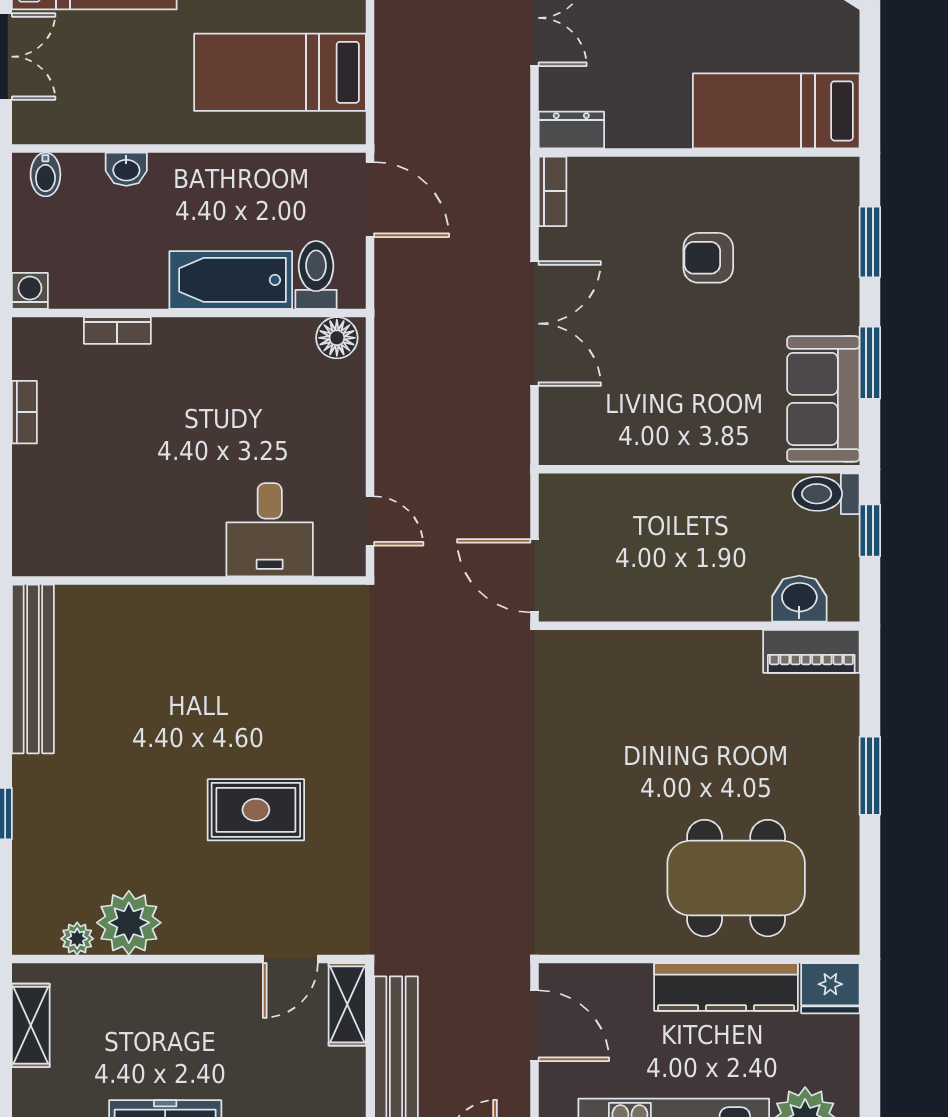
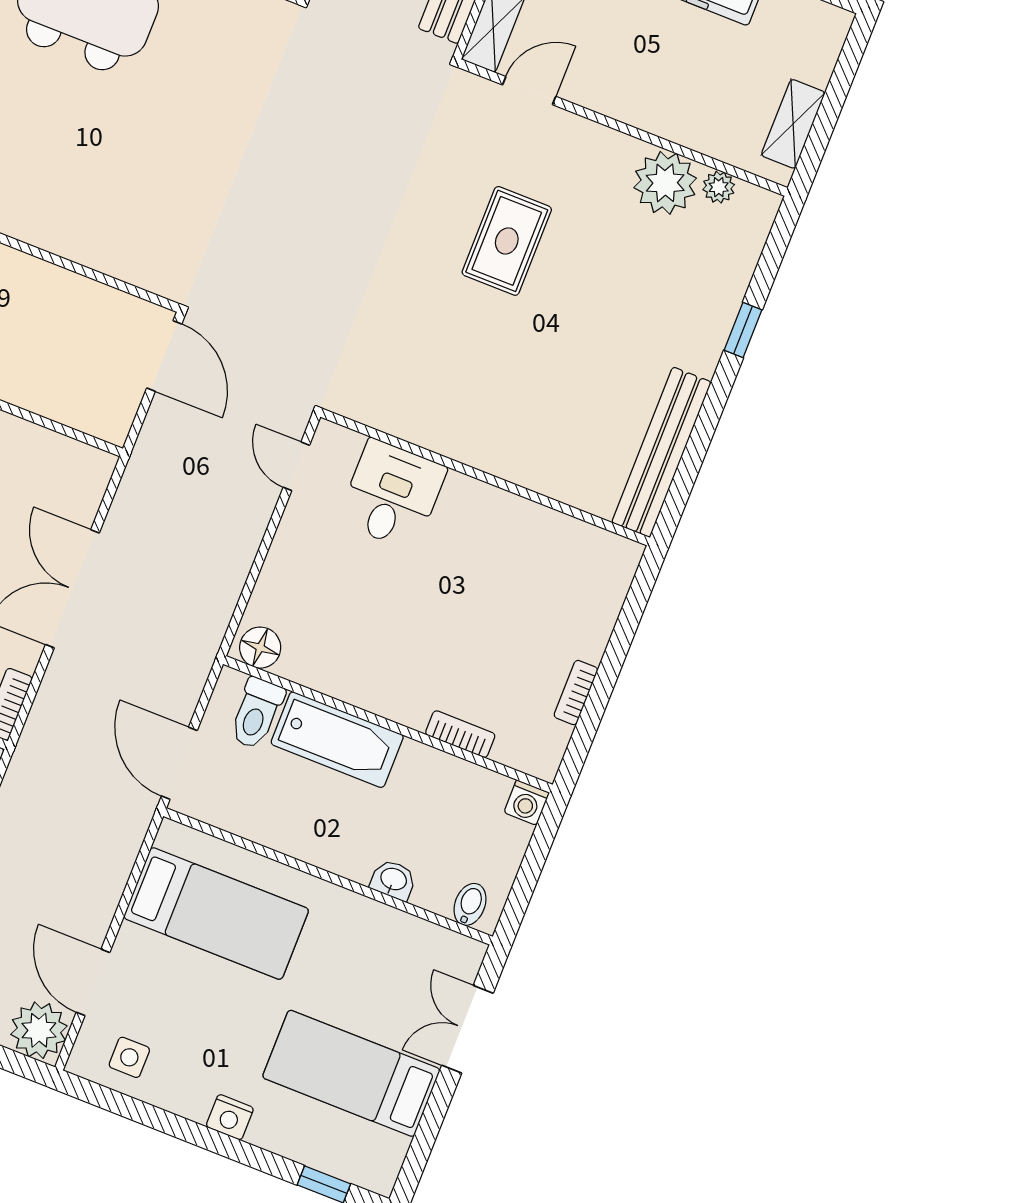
rug: (256, 810) -> (507, 241), turned 90

